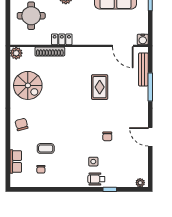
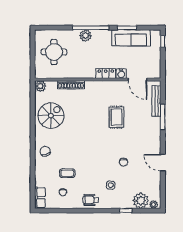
locker: (62, 39) -> (106, 74), moved
water cooler: (143, 39) -> (121, 74), moved
spiral stairs: (28, 85) -> (51, 116), turned -90
row of seats: (16, 161) -> (40, 198), moved
plant: (126, 178) -> (141, 201), added
wheelchair: (96, 179) -> (91, 200), moved

